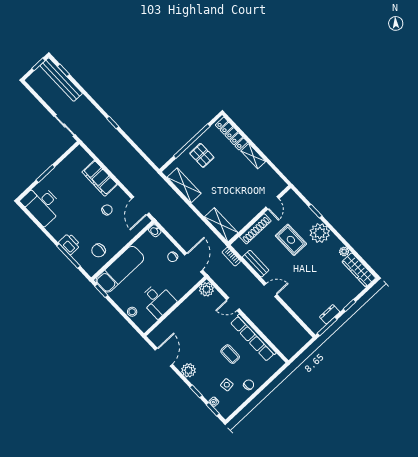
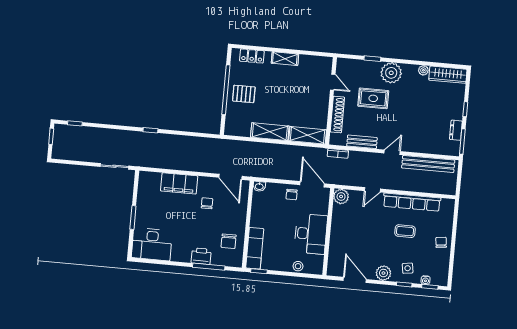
bench: (61, 80) -> (428, 164), moved
locker: (231, 134) -> (252, 56), width x0.66
shelving: (184, 185) -> (270, 132), moved
exam couch: (120, 269) -> (255, 248), width x0.73, depth x0.69
desk: (158, 300) -> (311, 234), width x1.37
side table: (227, 385) -> (408, 268), moved

